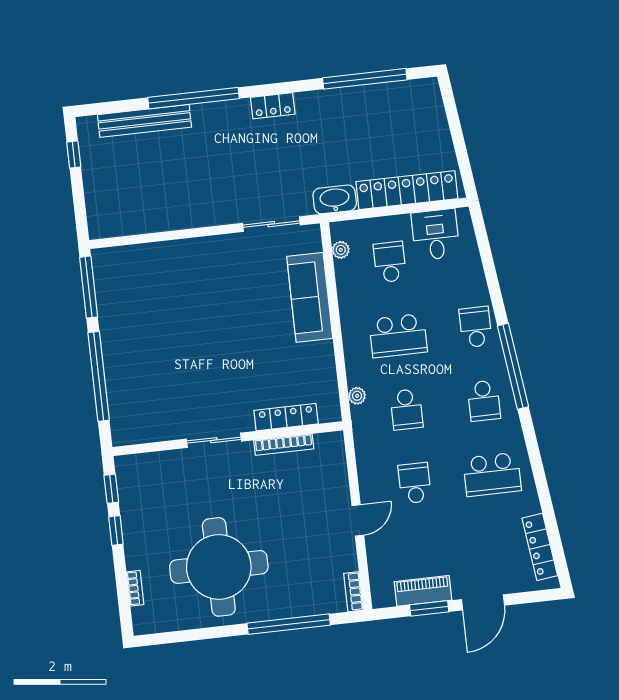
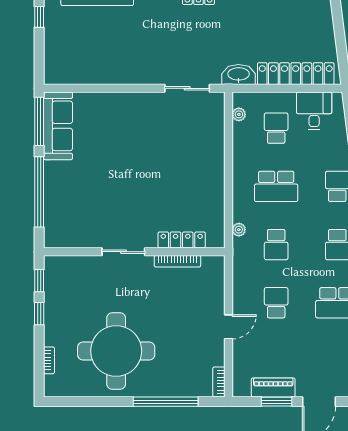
sofa: (310, 297) -> (58, 126), moved, turned 180

